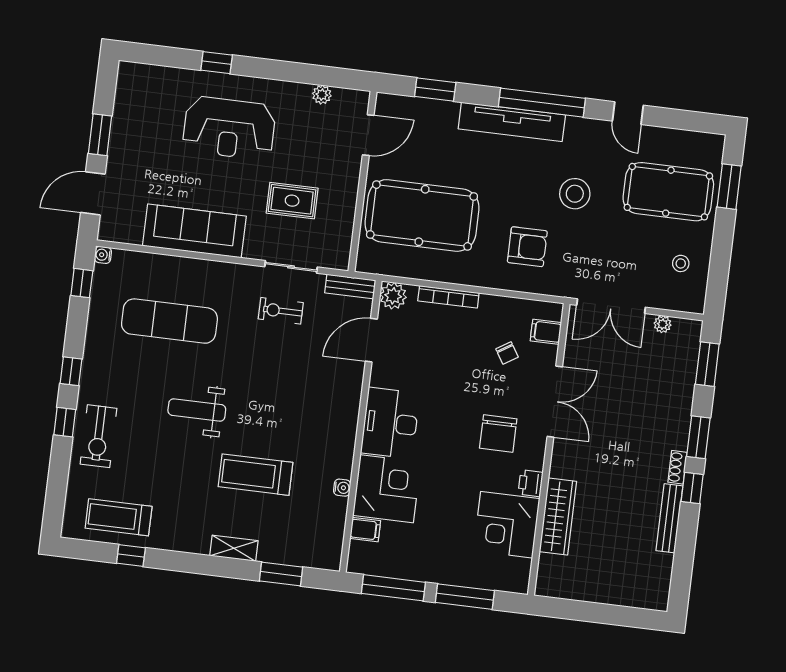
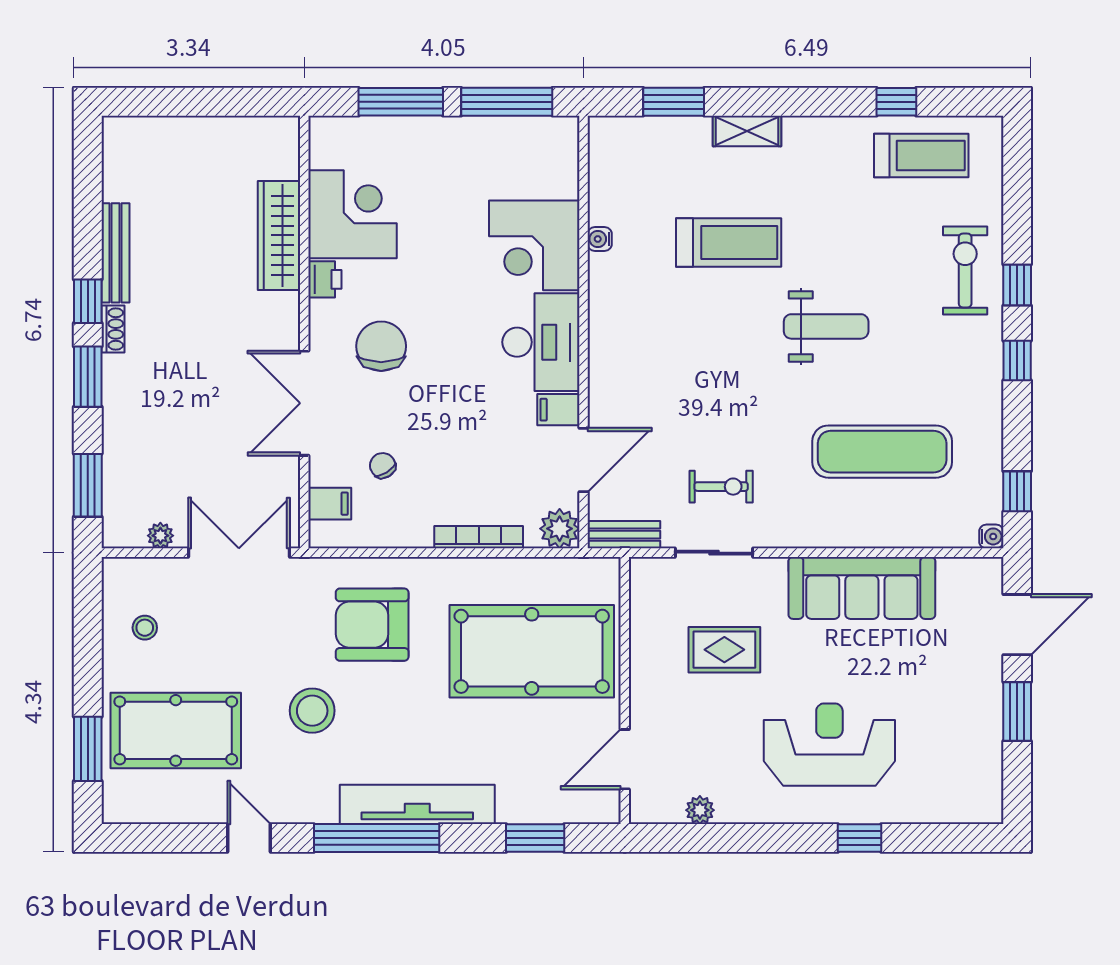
armchair: (527, 247) -> (372, 625), width x1.36, depth x1.36
filing cabinet: (365, 530) -> (558, 410), moved

